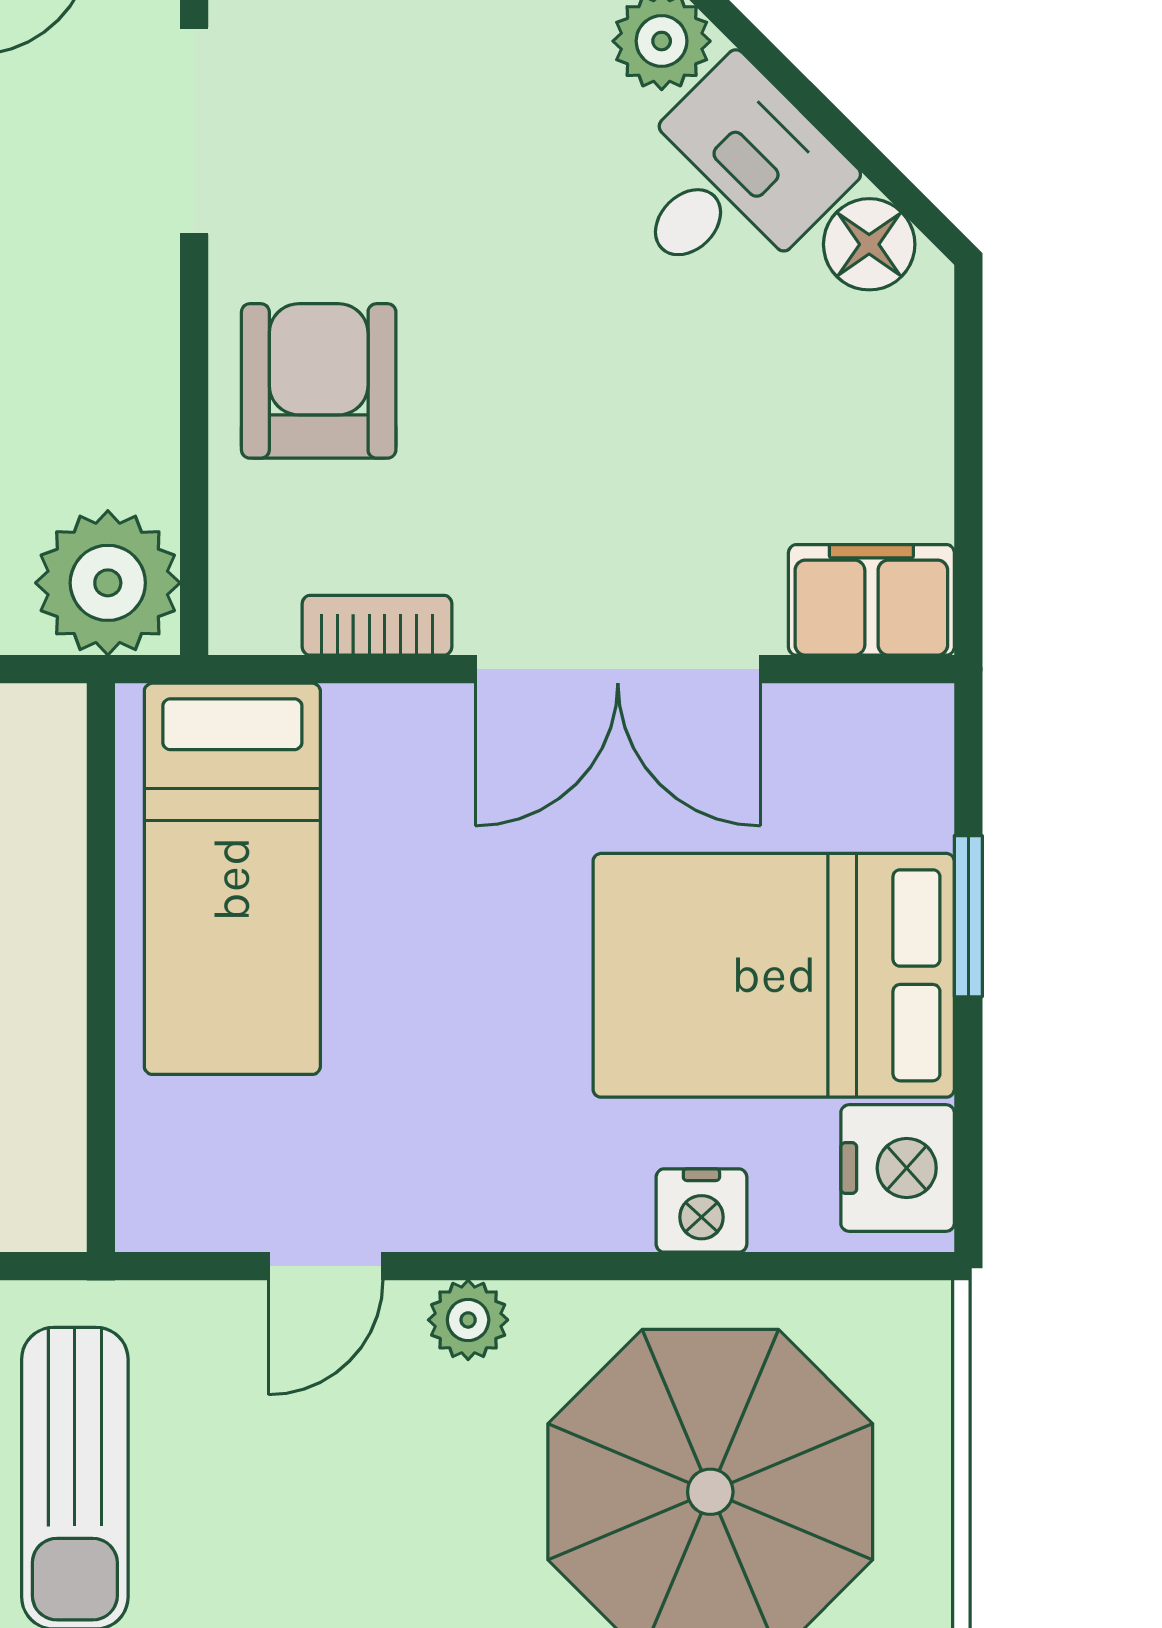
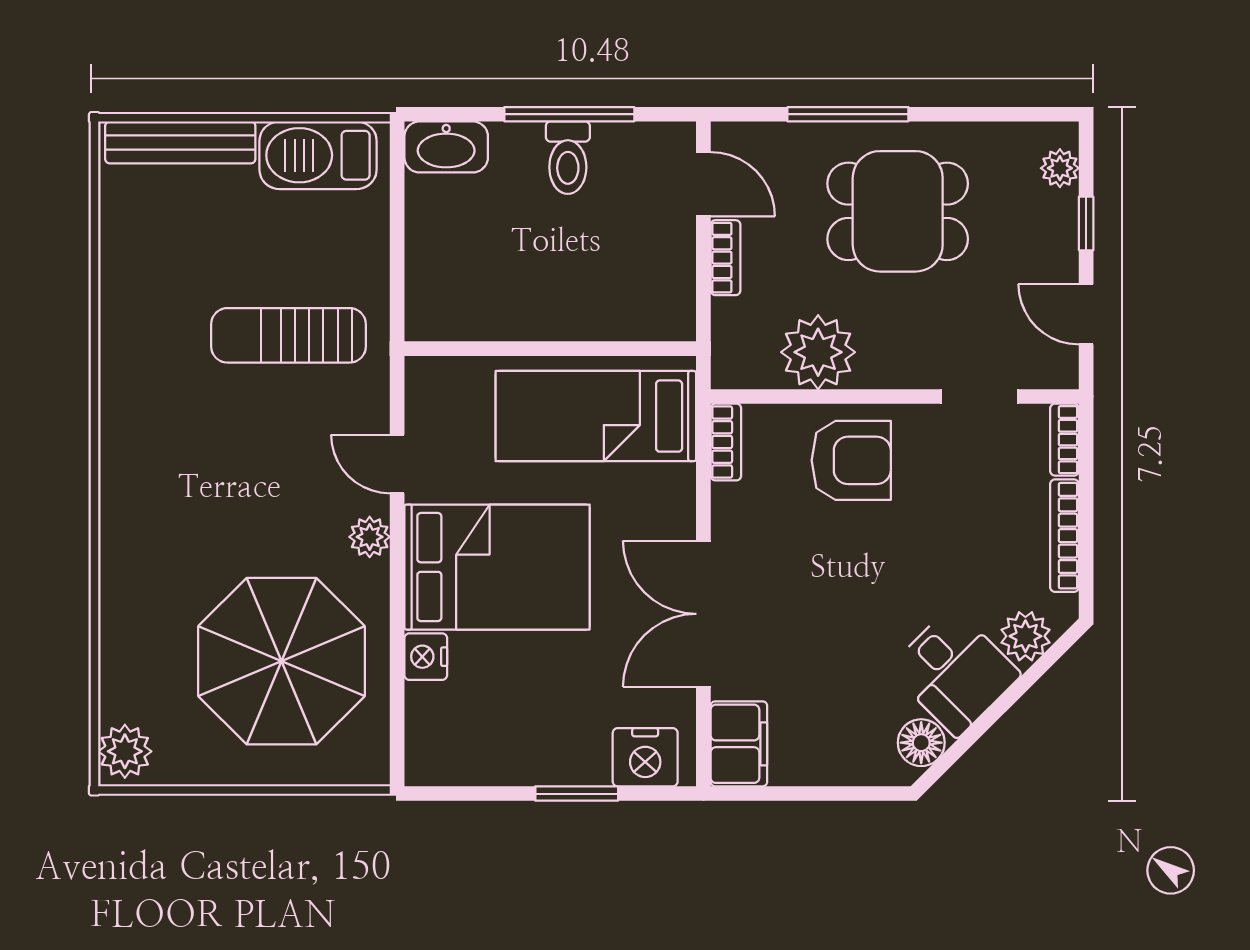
doorway: (194, 131) -> (979, 396), width x0.73
plant: (108, 583) -> (818, 352), moved
bookcase: (377, 625) -> (726, 442), moved
bed: (774, 975) -> (497, 567), moved, turned 90
nightstand: (898, 1168) -> (645, 757), moved

